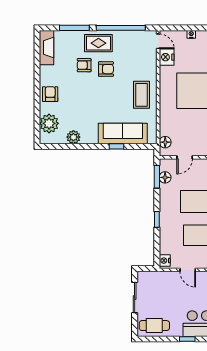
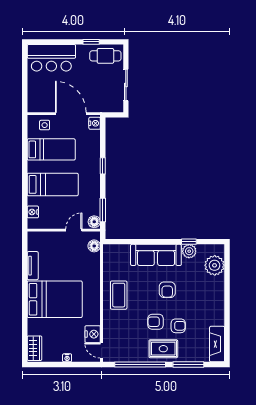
armchair: (50, 94) -> (167, 290), moved
sofa: (123, 134) -> (156, 255), moved
window: (117, 146) -> (189, 242), moved
floor lamp: (165, 177) -> (94, 222), moved
door: (188, 270) -> (71, 114), width x1.87
window: (187, 339) -> (91, 42), moved

